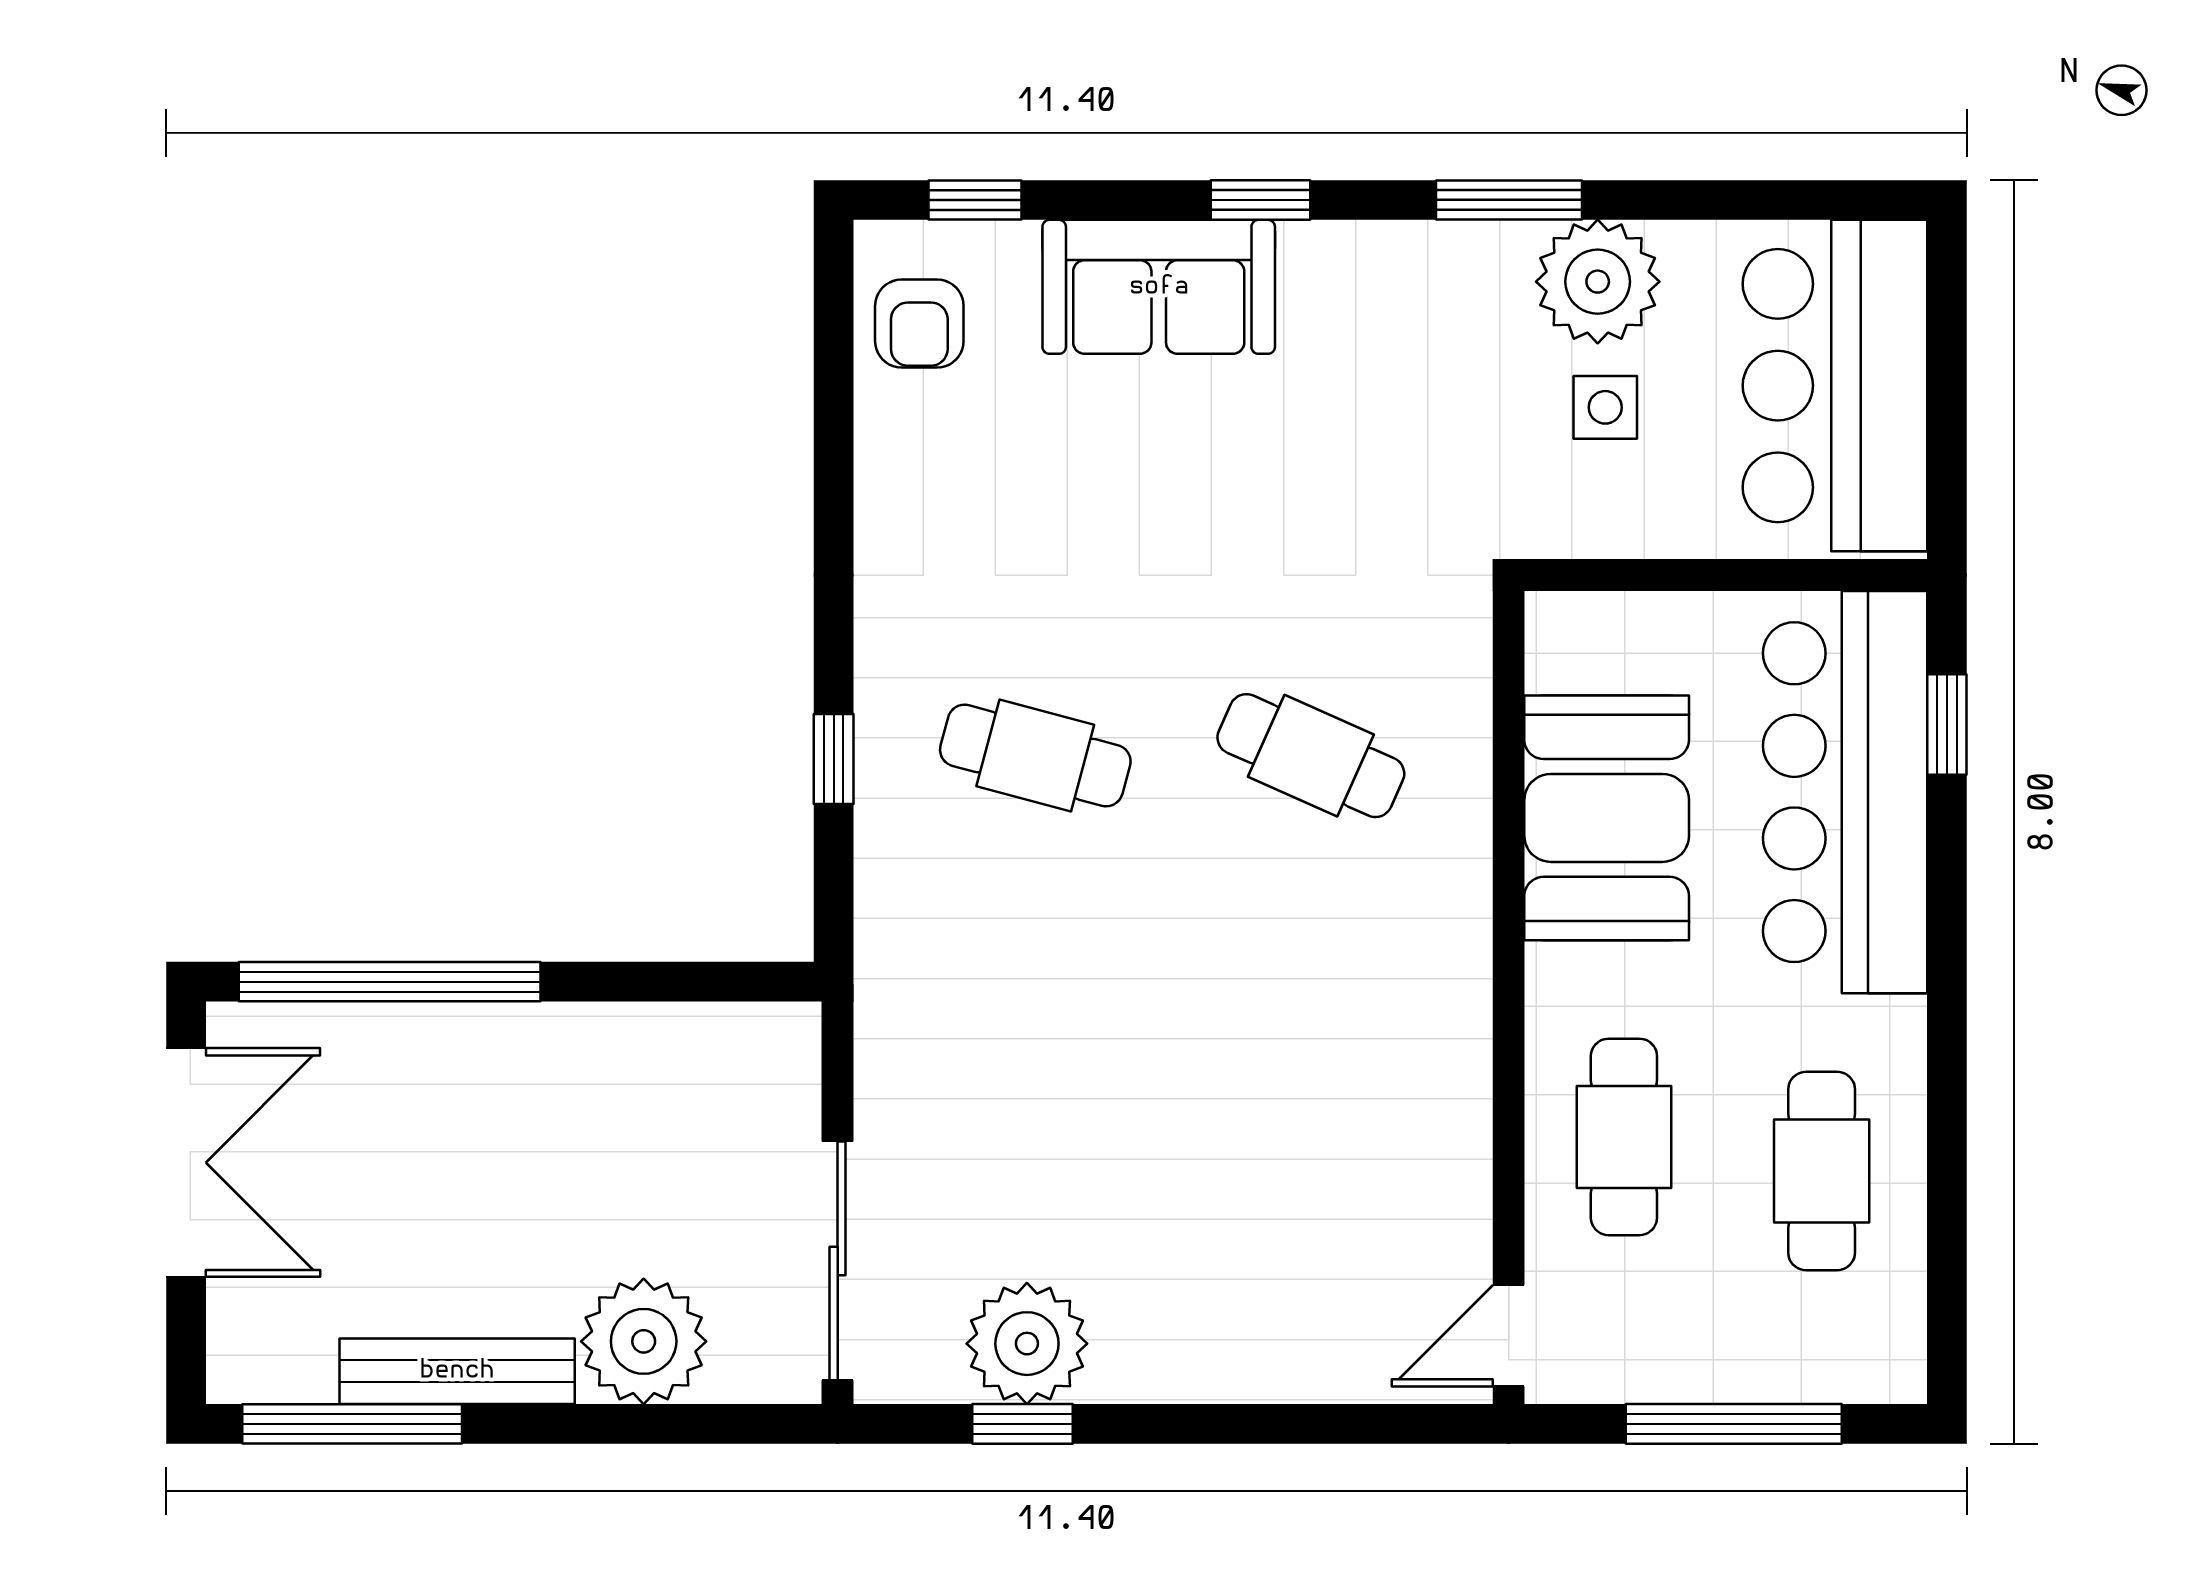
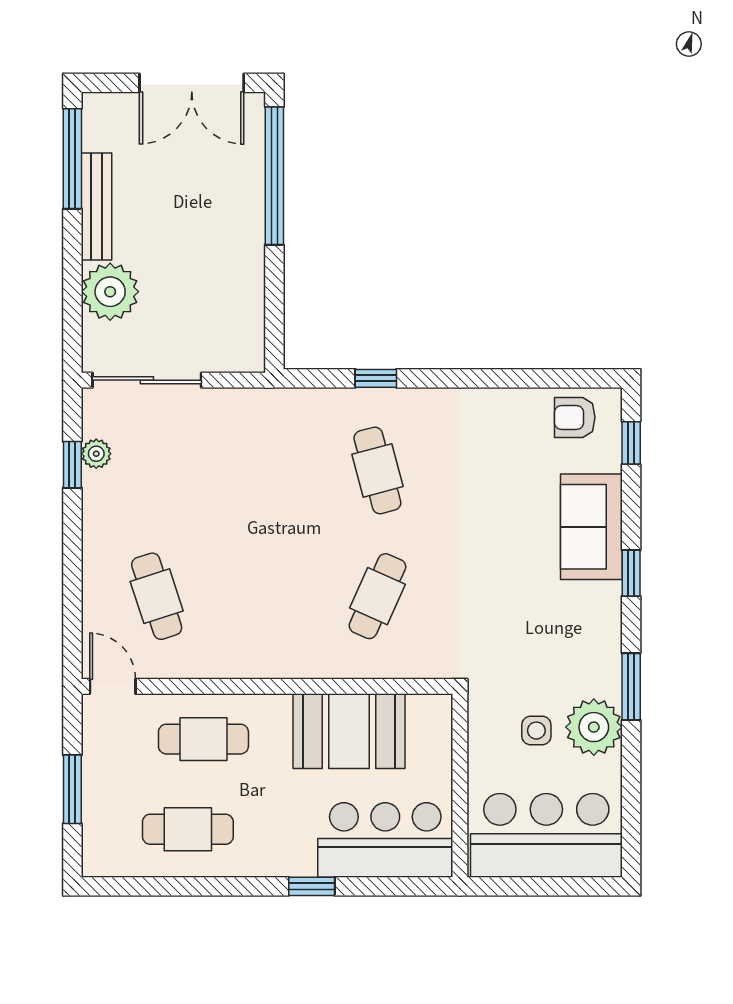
window: (1947, 724) -> (312, 886), moved
cafe table: (1035, 756) -> (377, 470), turned -30
bar counter: (1845, 792) -> (385, 840), width x0.73
cafe table: (1311, 1239) -> (157, 596), added
plant: (1027, 1344) -> (96, 454), width x0.53, depth x0.53
window: (1734, 1424) -> (72, 789), width x0.69

